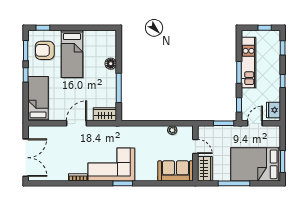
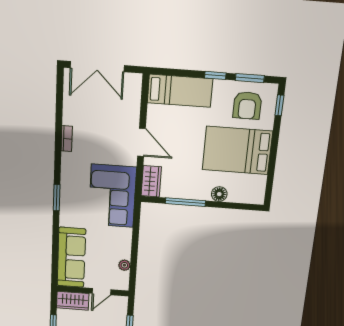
armchair: (45, 50) -> (247, 105), turned 180
bed: (72, 54) -> (237, 150), width x1.50
corner sofa: (111, 164) -> (112, 196), moved, turned 180
sofa: (175, 171) -> (71, 258), width x1.36

